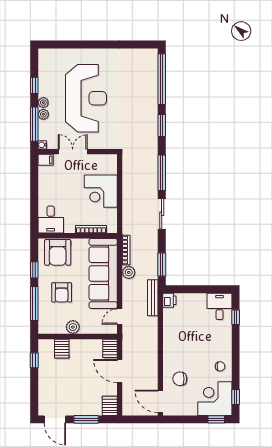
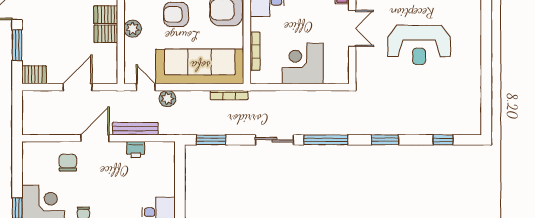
window: (162, 79) -> (443, 140), width x0.32
reception desk: (86, 98) -> (419, 45), width x0.74, depth x0.77
plant: (129, 272) -> (167, 99), moved
bench: (153, 298) -> (135, 129), moved
printer: (169, 300) -> (136, 150), moved
server rack: (110, 348) -> (106, 34), moved
door: (160, 401) -> (95, 138), moved

